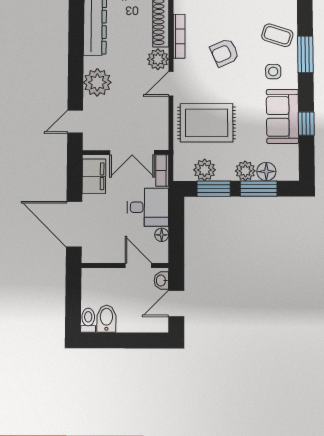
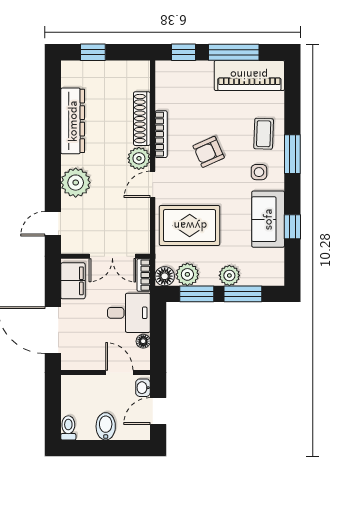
coffee table: (277, 35) -> (264, 134), turned 74
floor lamp: (266, 172) -> (165, 276), moved
bidet: (106, 319) -> (106, 426), moved

